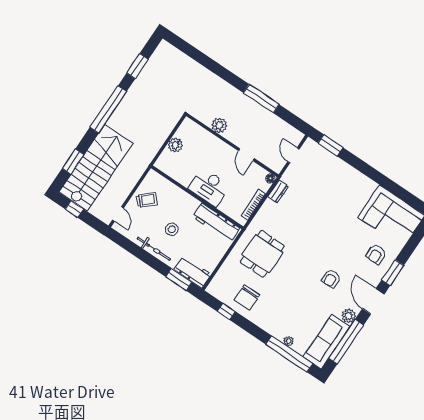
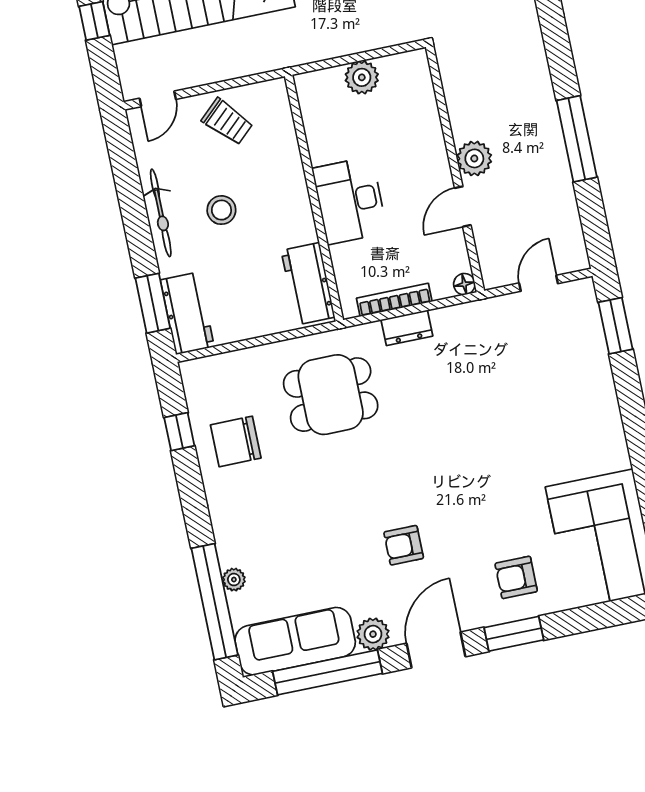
plant: (219, 125) -> (474, 158), moved
dresser: (278, 192) -> (407, 328), moved
workbench: (216, 222) -> (308, 284), width x0.73

